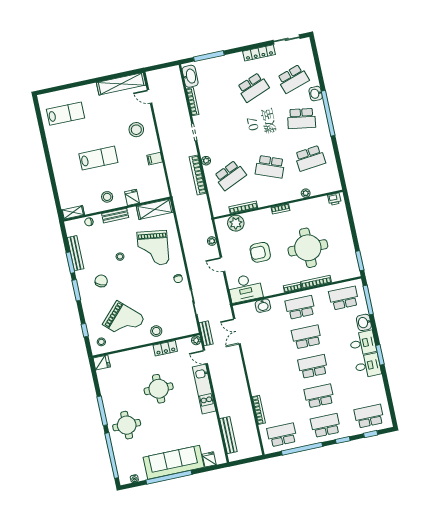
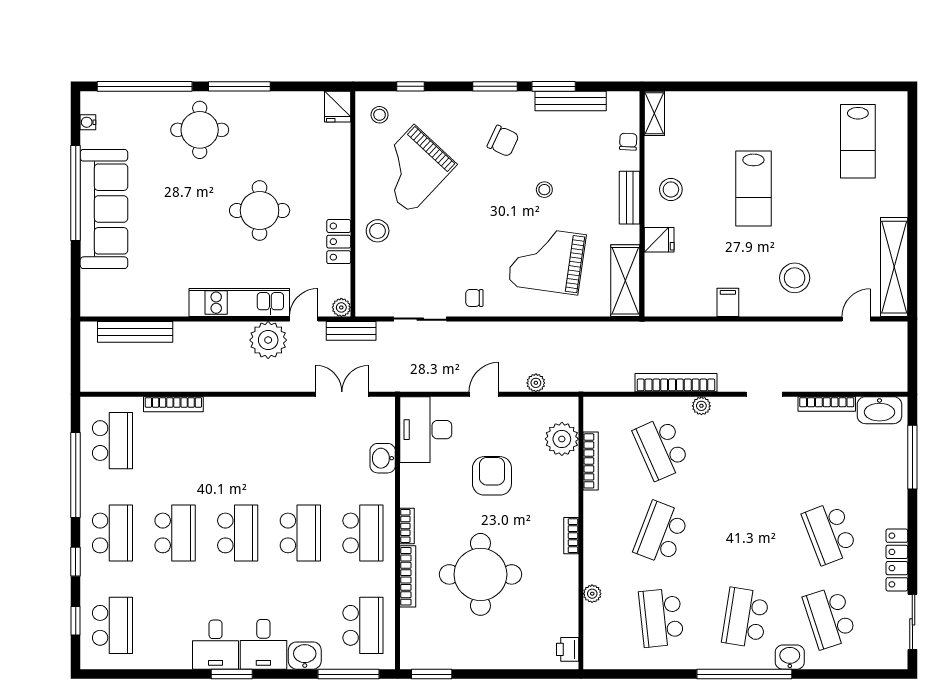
plant: (219, 372) -> (268, 340), added
fridge: (209, 459) -> (94, 282), removed

